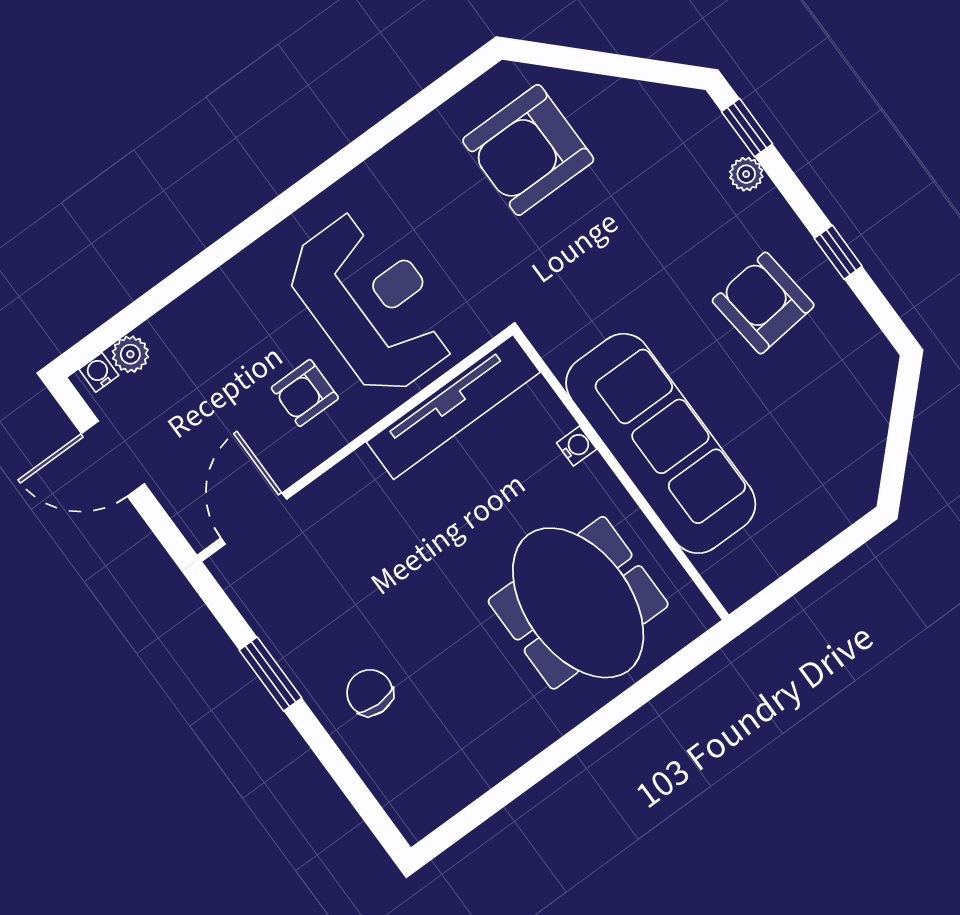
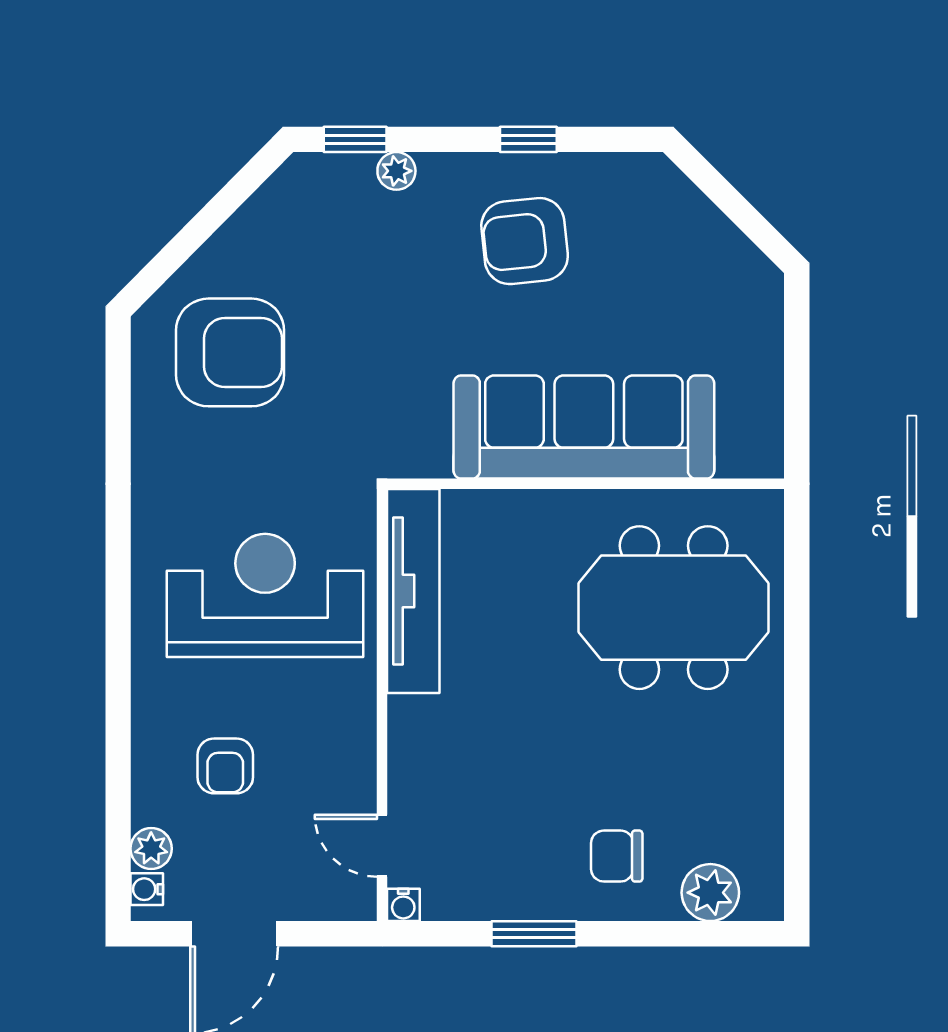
armchair: (528, 150) -> (230, 352), turned -90
armchair: (305, 393) -> (225, 766), moved
water cooler: (577, 446) -> (403, 905), moved, turned 180
door: (254, 519) -> (382, 846), width x0.73
plant: (393, 779) -> (710, 893), added

